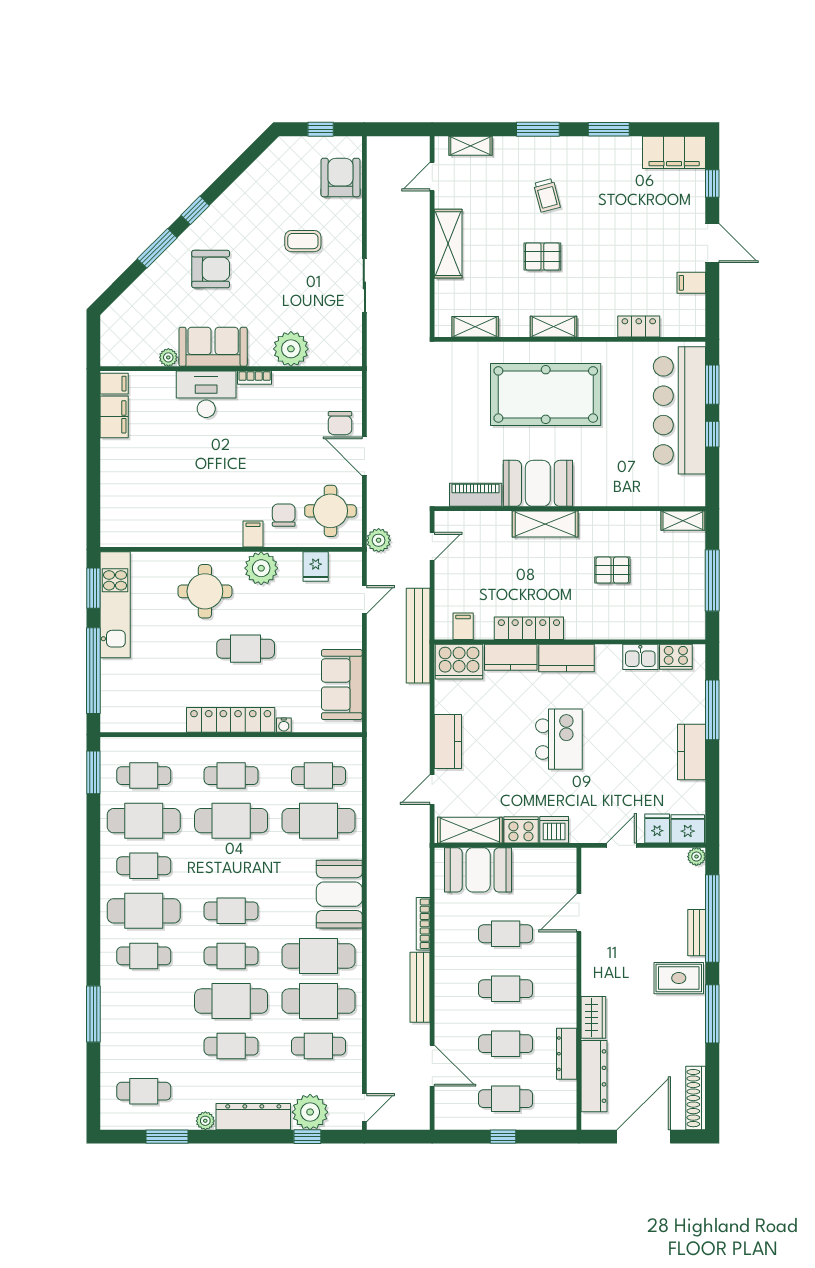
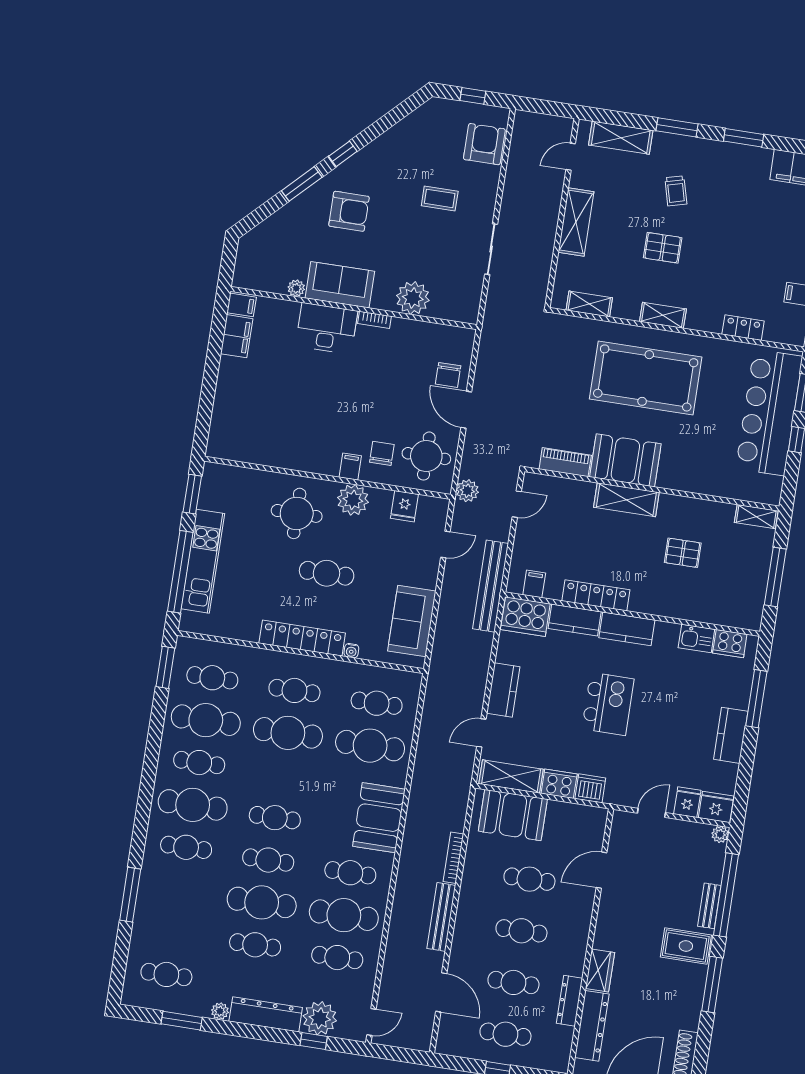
shelving: (470, 146) -> (621, 138), width x1.50, depth x1.33
kitchen unit: (115, 605) -> (203, 561), moved
cafe table: (318, 956) -> (350, 873), width x0.73, depth x0.74

